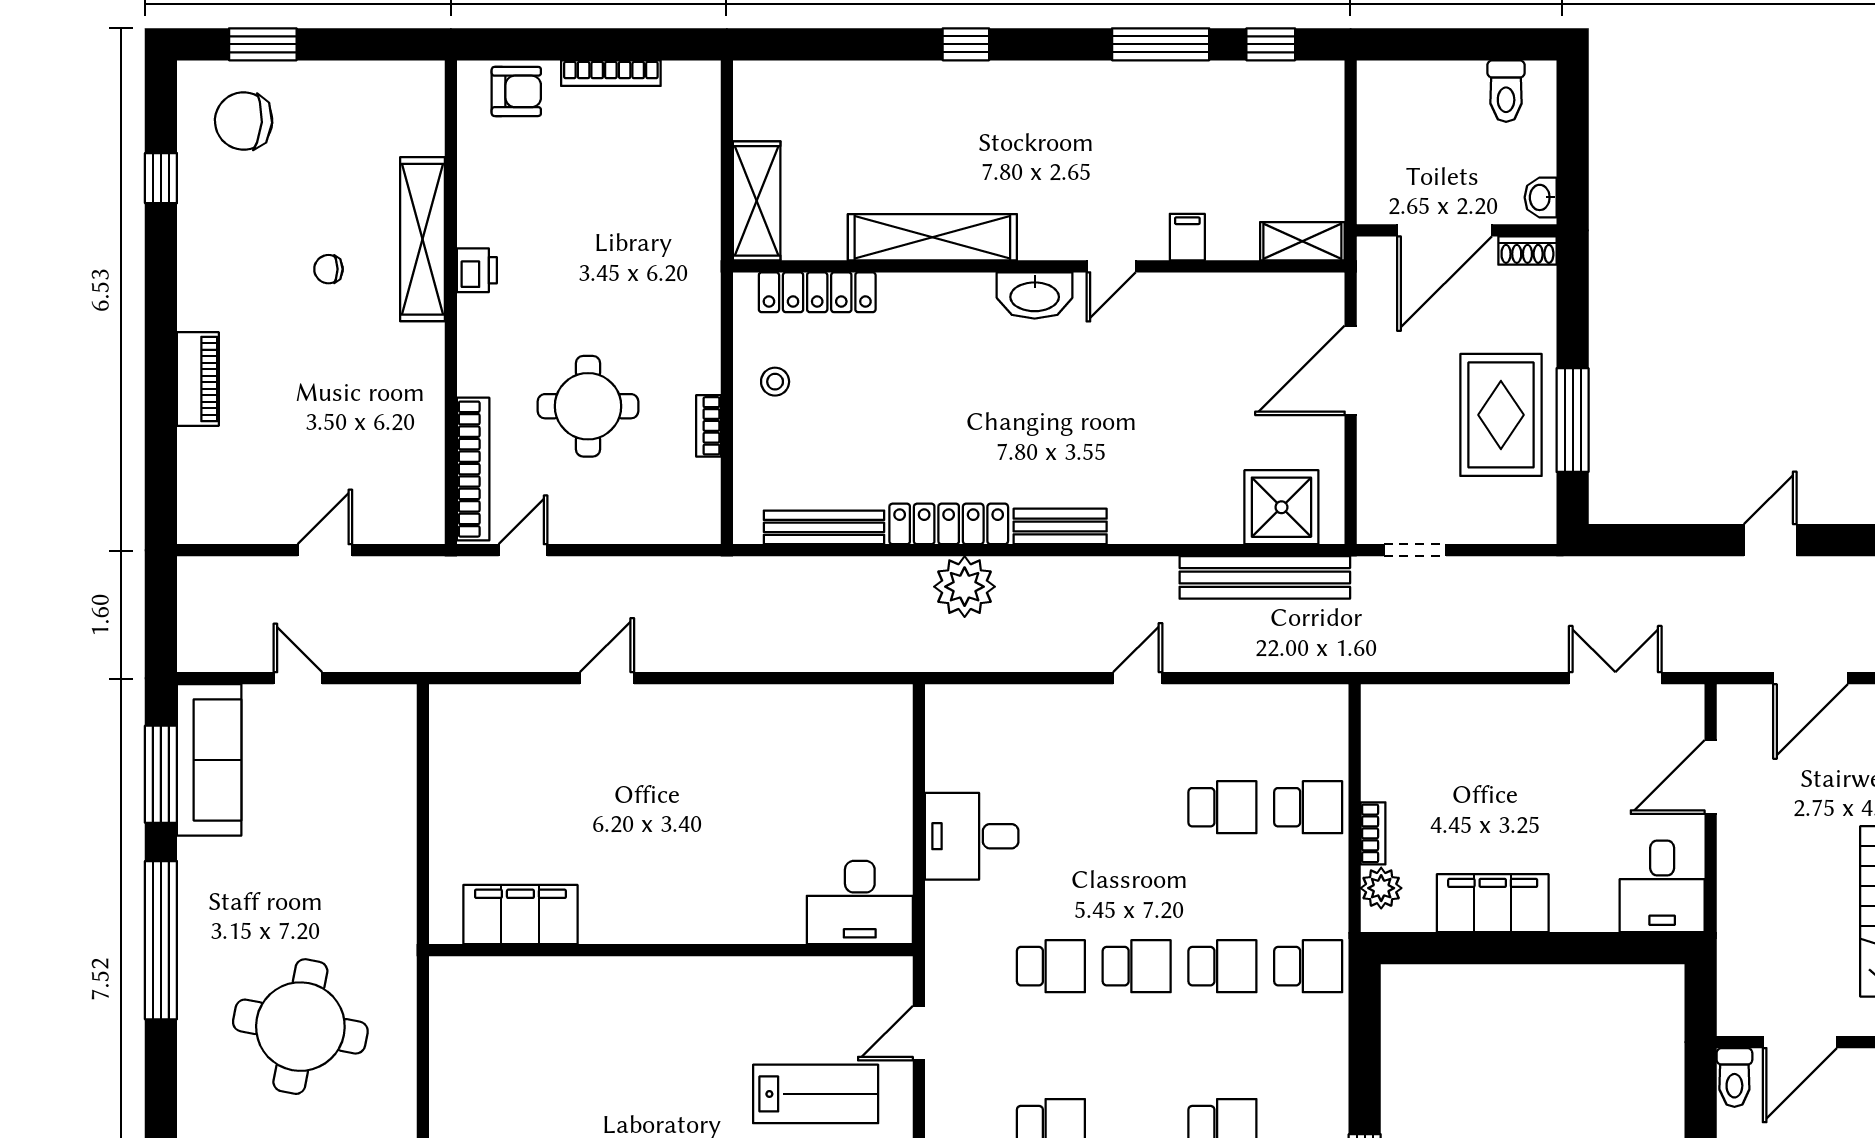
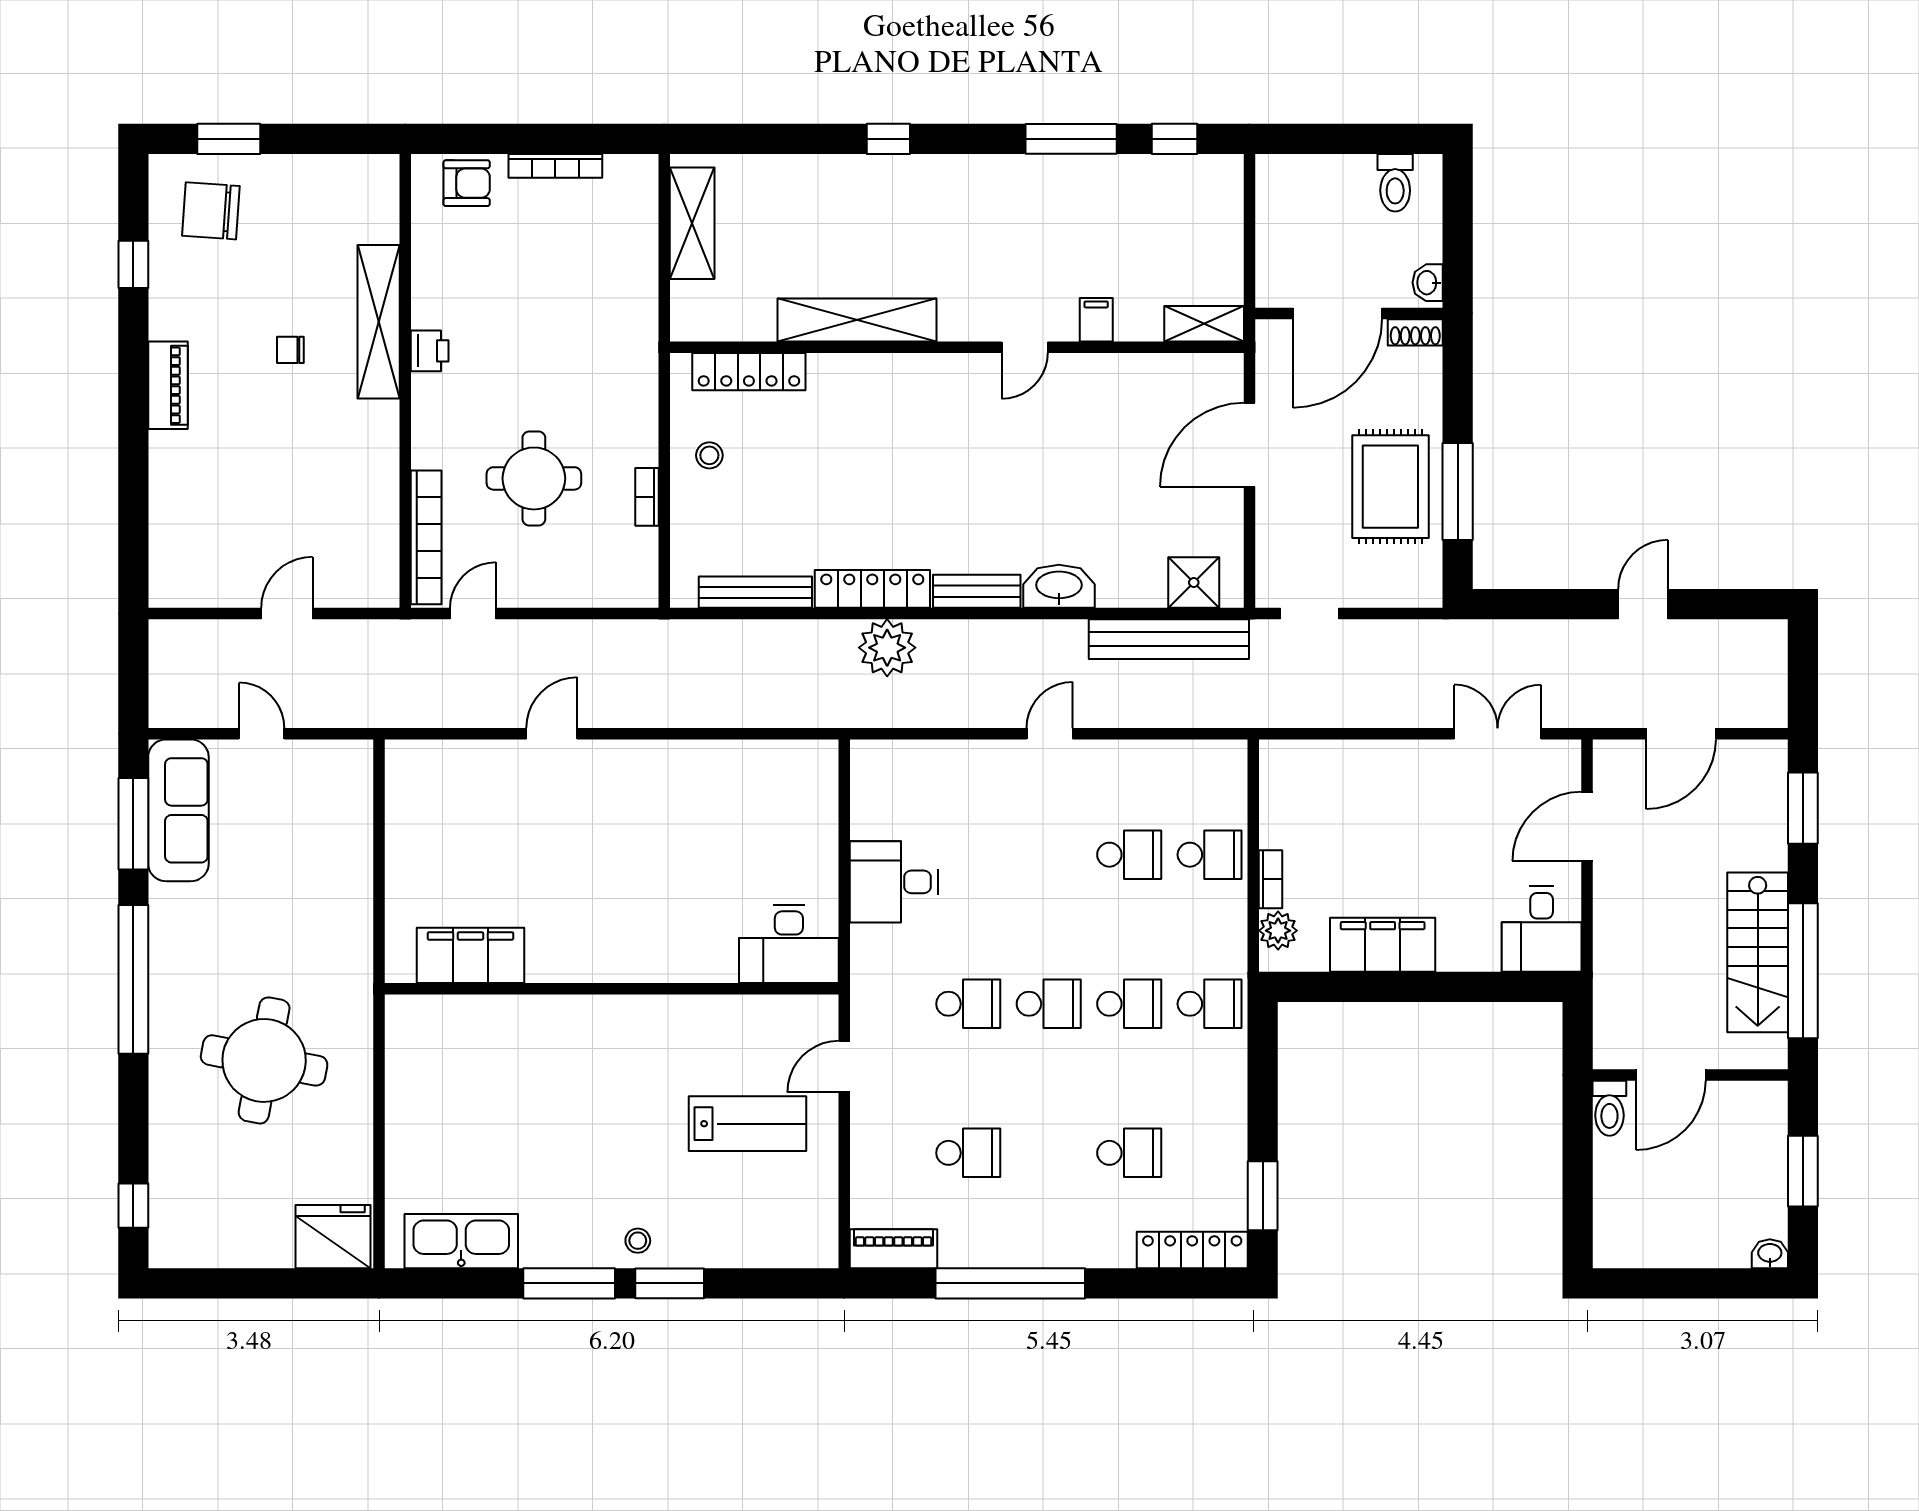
shelving: (757, 201) -> (692, 223), moved
washbasin: (1035, 295) -> (1059, 586), moved, turned 180
piano: (198, 379) -> (168, 385), moved
shower: (1281, 507) -> (1194, 582), width x0.73, depth x0.73

